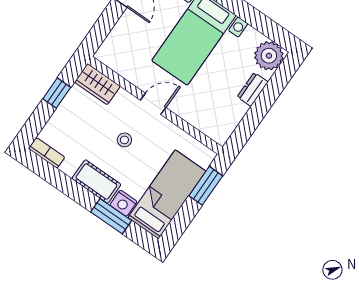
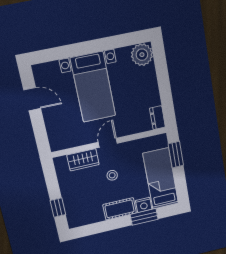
wardrobe: (97, 84) -> (83, 160), moved
dresser: (253, 89) -> (157, 118), moved
window: (57, 93) -> (58, 208), moved
bookcase: (47, 153) -> (81, 221), removed

